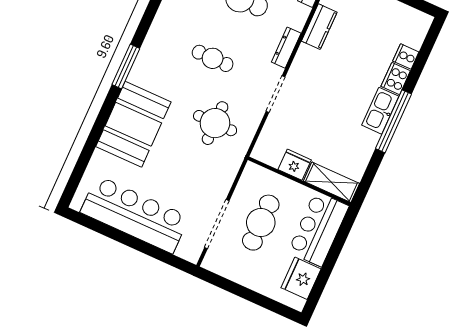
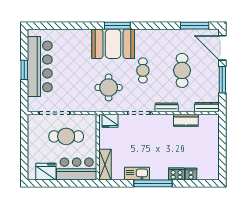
kitchen sink: (380, 111) -> (137, 174), moved
booth: (133, 124) -> (113, 44), moved
fridge: (295, 165) -> (110, 121), moved, turned 90
window: (129, 241) -> (24, 70), added

